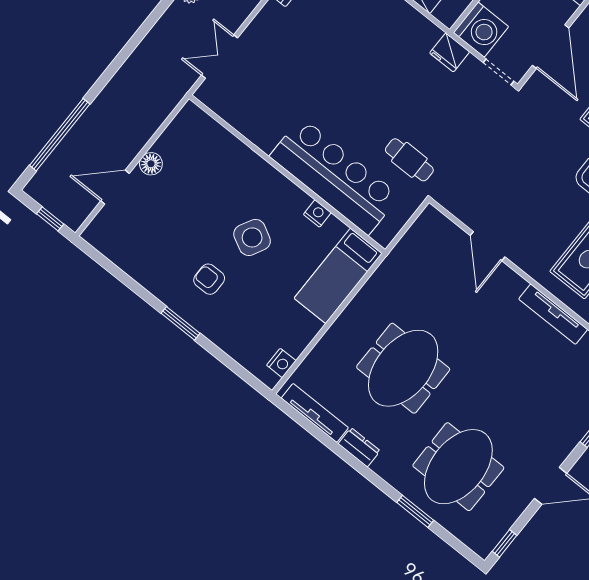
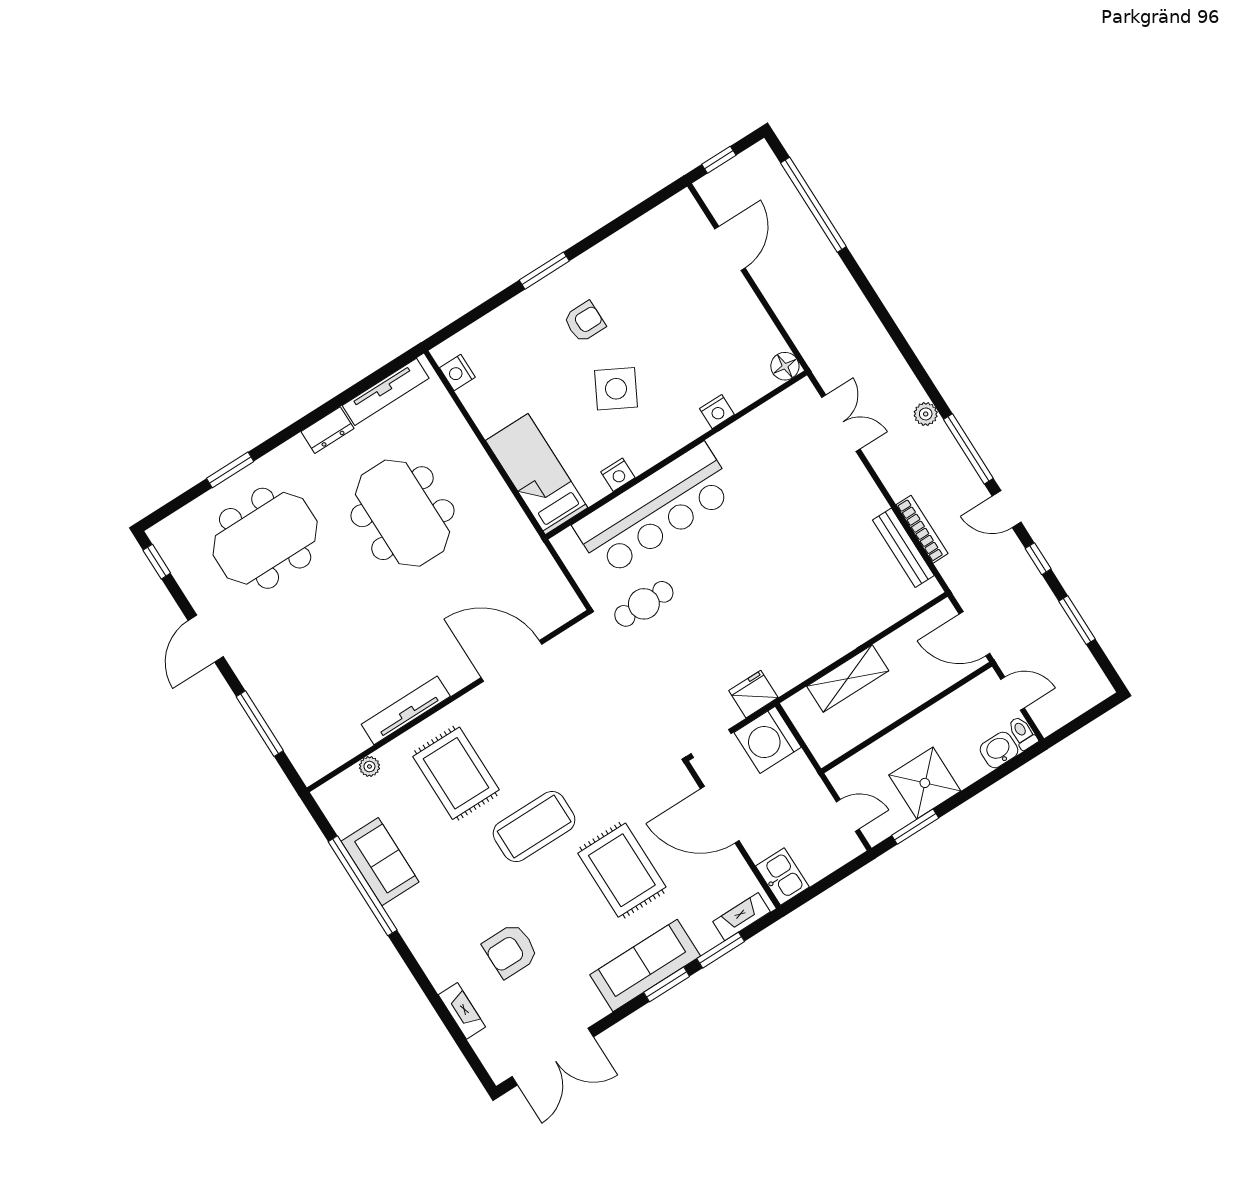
nightstand: (243, 154) -> (717, 412), added
floor lamp: (151, 164) -> (785, 366), moved
door: (488, 246) -> (512, 661), width x1.36
meeting table: (458, 467) -> (265, 538), turned 90

